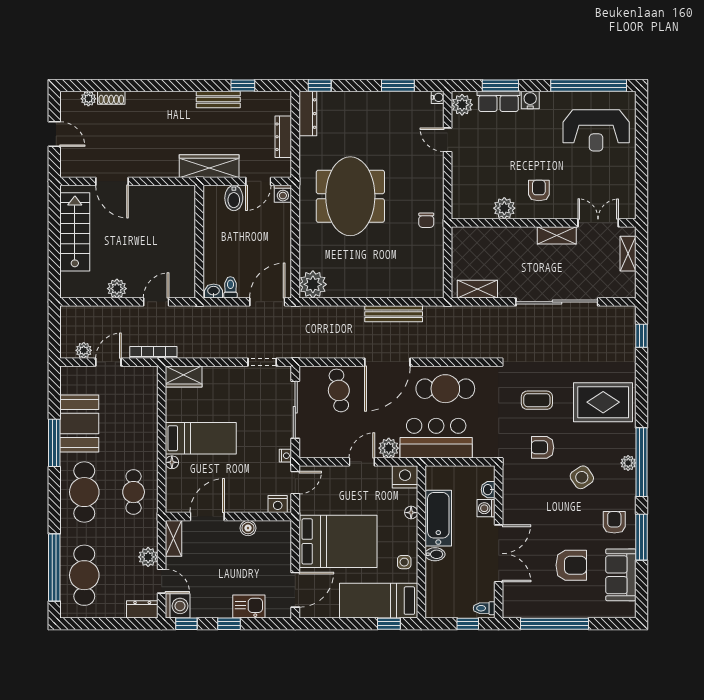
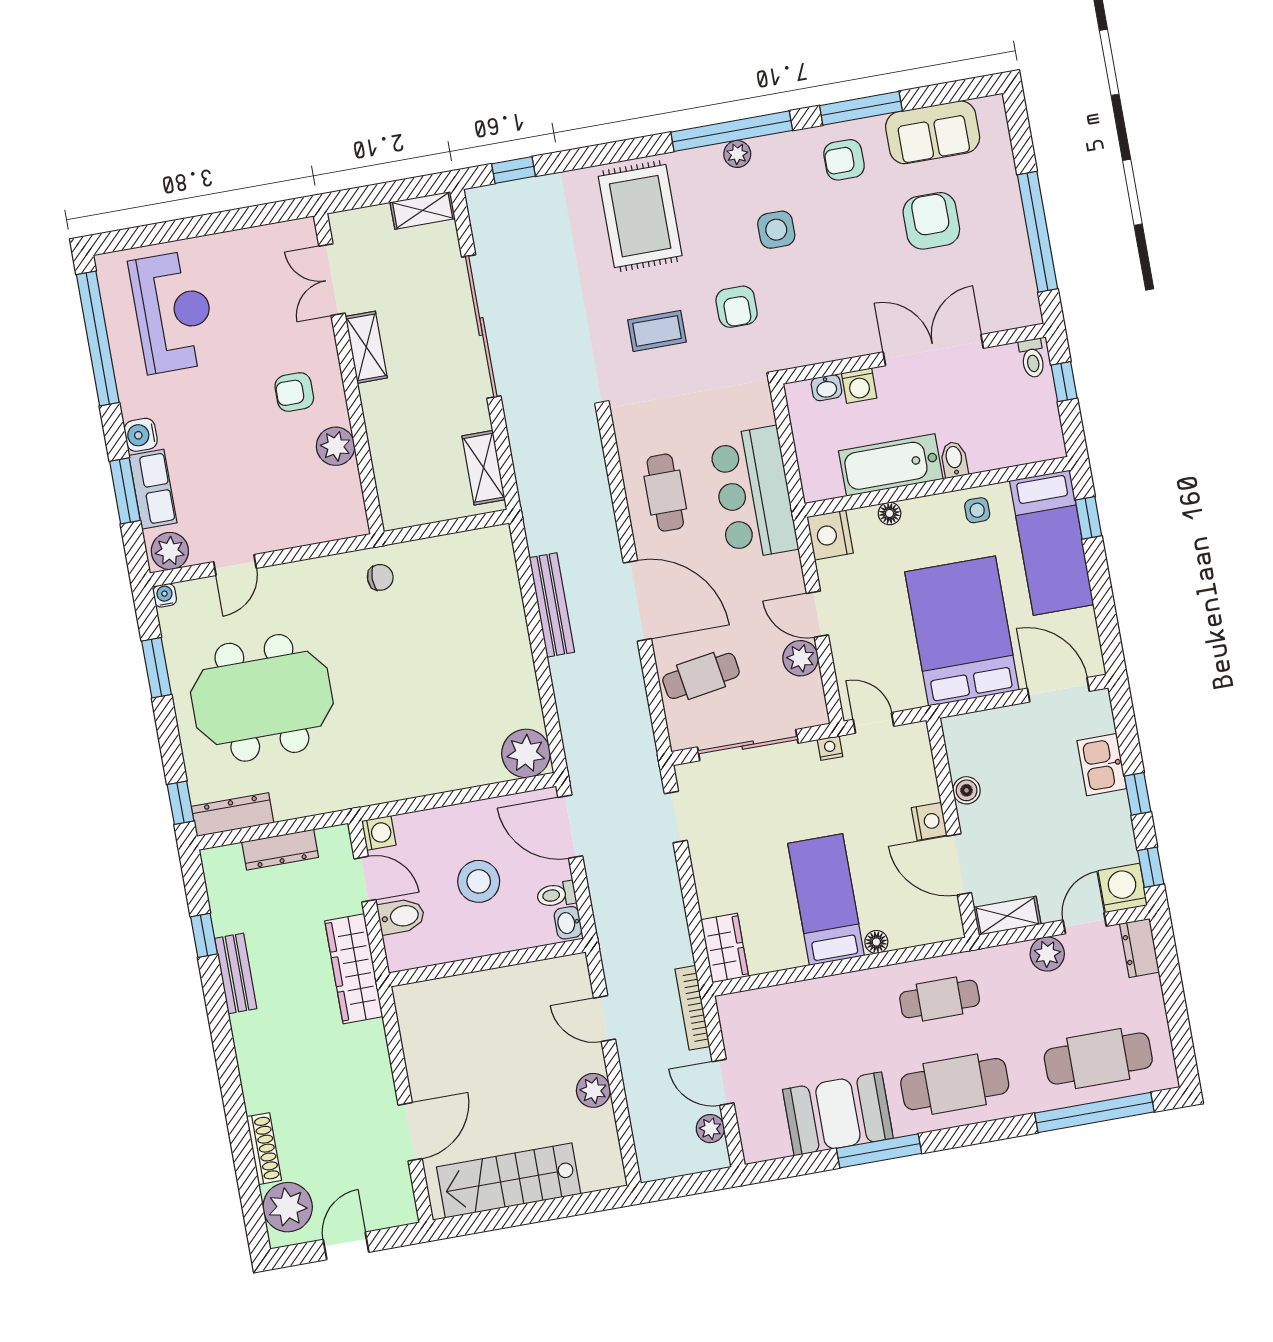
shoe rack: (111, 98) -> (264, 1149), width x1.43
plant: (88, 99) -> (288, 1207), width x1.88, depth x1.88
meeting table: (350, 196) -> (262, 698), moved
stool: (246, 245) -> (479, 881), added
shelving: (628, 254) -> (423, 210), moved
cafe table: (445, 389) -> (665, 493), width x0.73, depth x0.74
coffee table: (537, 400) -> (657, 331), turned 90
plant: (389, 448) -> (801, 658), moved
side table: (582, 477) -> (776, 230), turned 34
nightstand: (278, 504) -> (929, 821), moved

